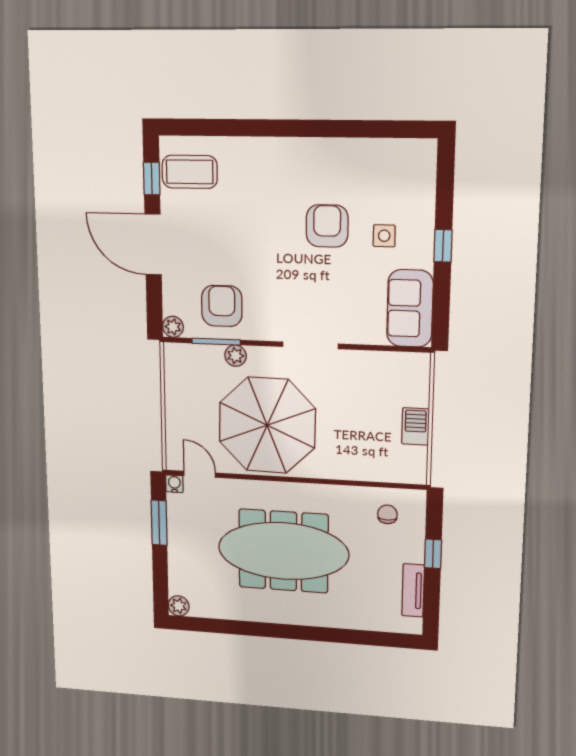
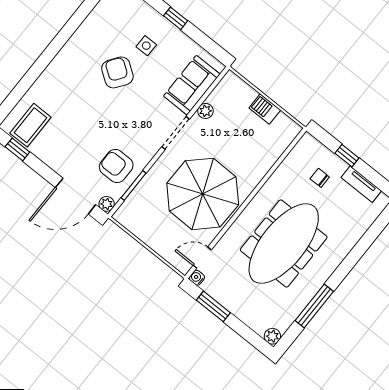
armchair: (327, 226) -> (117, 72), turned 35
door: (153, 245) -> (76, 196), moved
sofa: (410, 308) -> (192, 85), moved, turned 90
plant: (235, 356) -> (205, 111), moved
chair: (387, 514) -> (320, 178), moved
window: (244, 628) -> (314, 306), added

